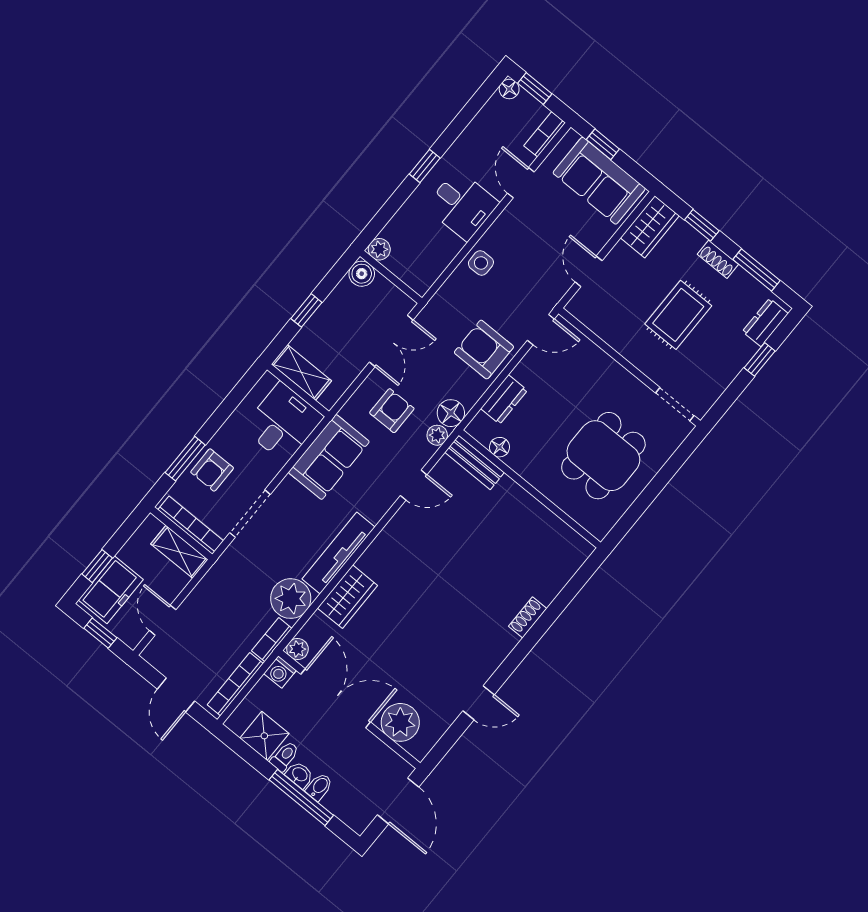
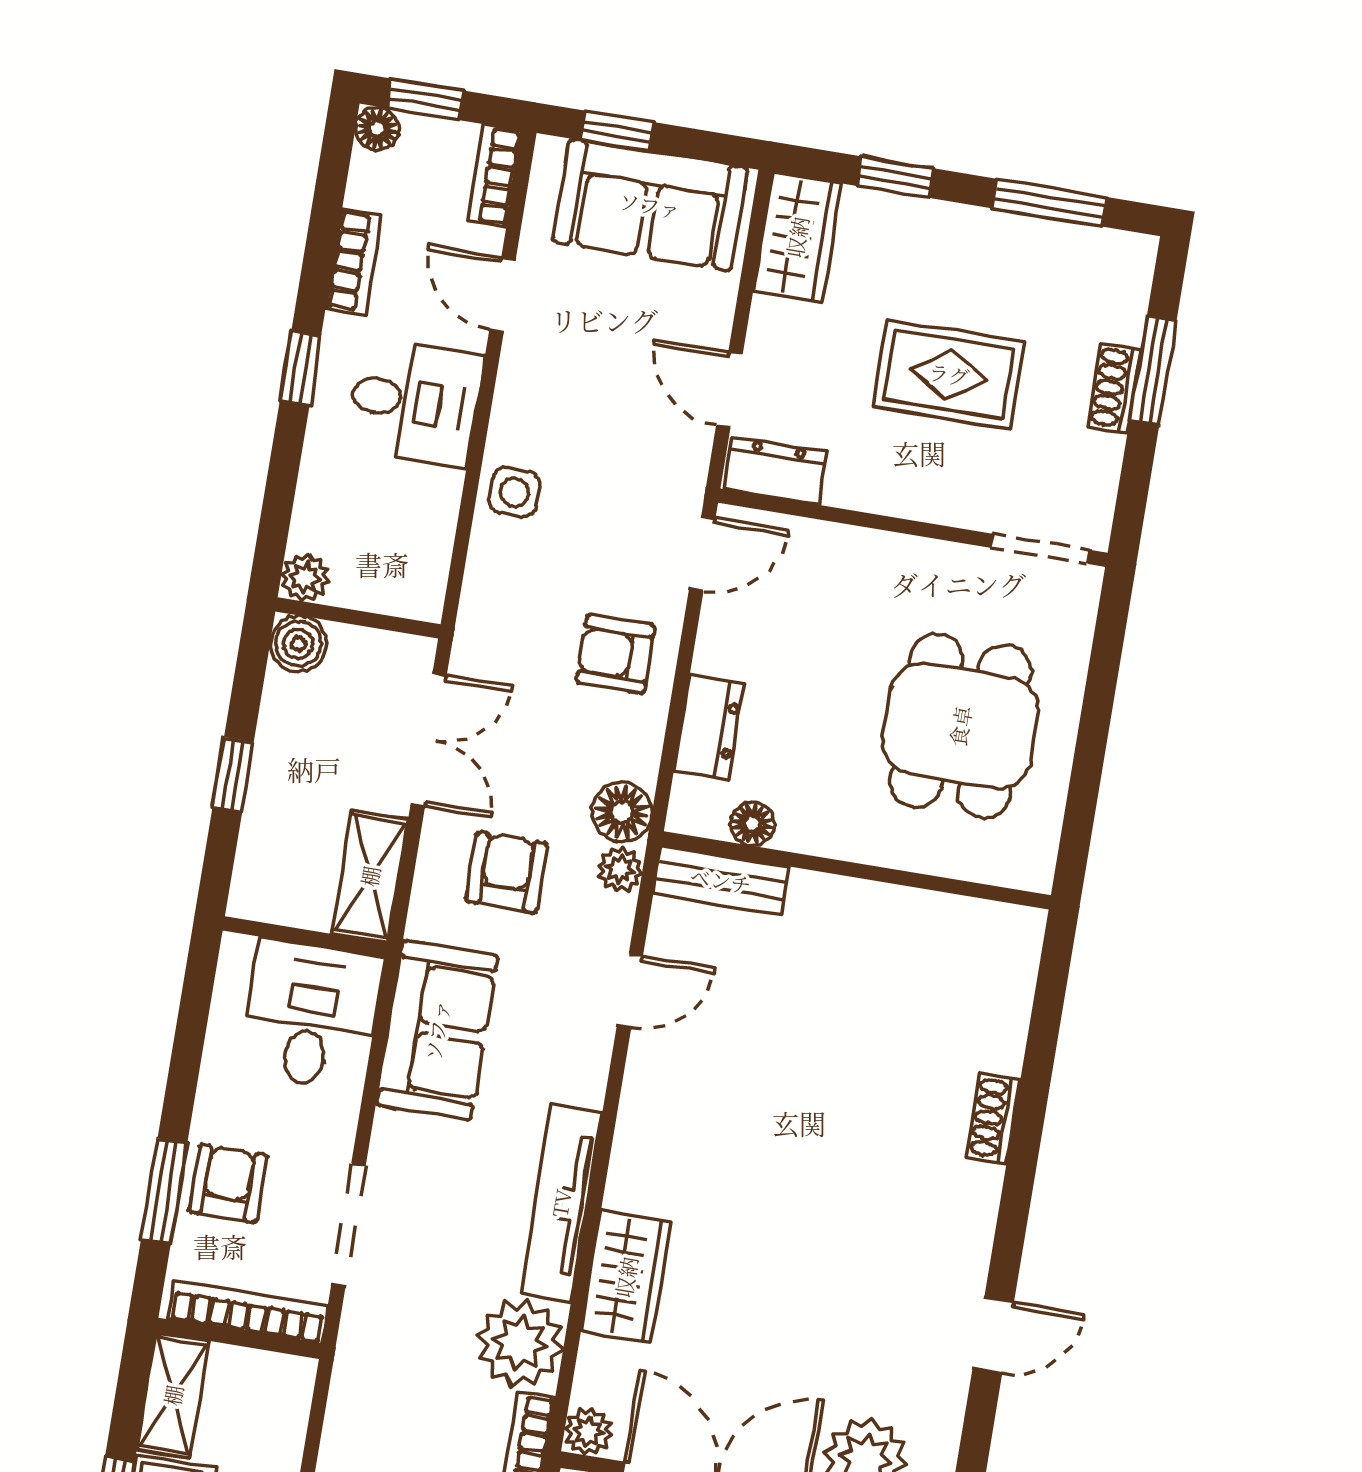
bookcase: (470, 136) -> (354, 262), added
shoe rack: (718, 259) -> (1114, 388), moved, turned 90
rug: (678, 315) -> (949, 374), turned 90
dresser: (765, 322) -> (776, 470), moved, turned 90
armchair: (484, 350) -> (615, 654), width x0.72, depth x0.72
window: (760, 359) -> (1153, 370), width x1.50
shelving: (301, 372) -> (370, 876), moved, turned 90
armchair: (212, 470) -> (228, 1183), turned 180
shelving: (179, 552) -> (173, 1395), moved, turned 90

